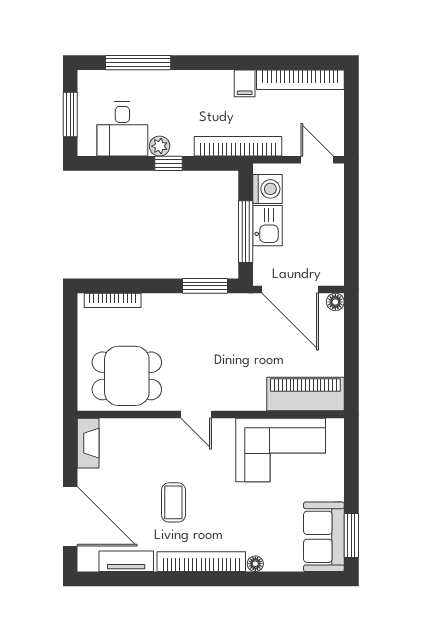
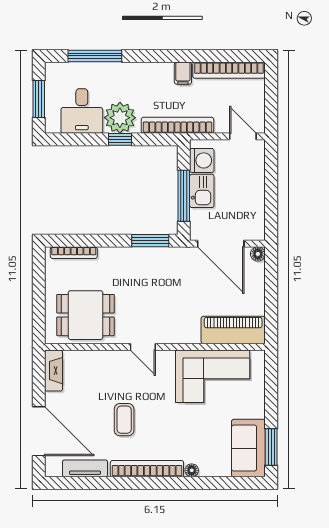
plant: (160, 146) -> (120, 118), width x1.88, depth x1.88

